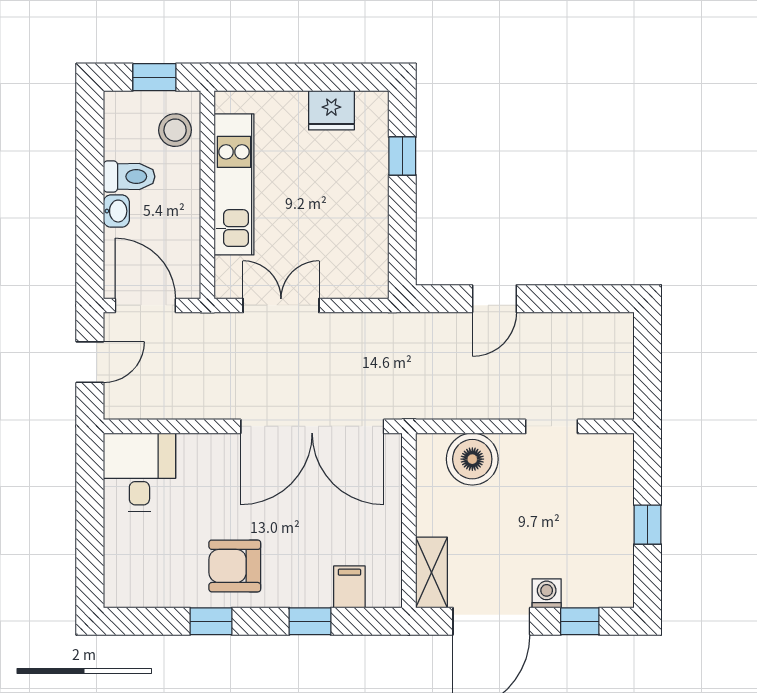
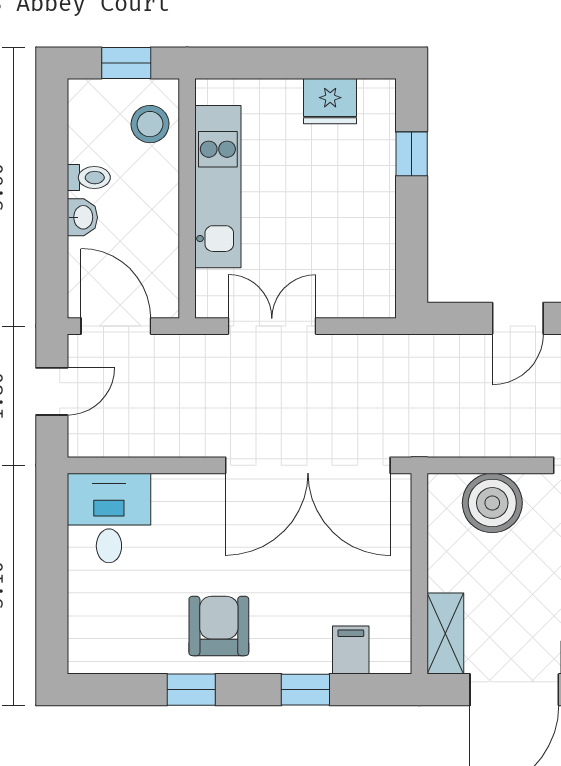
toilet: (129, 177) -> (89, 178), width x0.73, depth x0.72
armchair: (235, 566) -> (219, 626), turned 90

